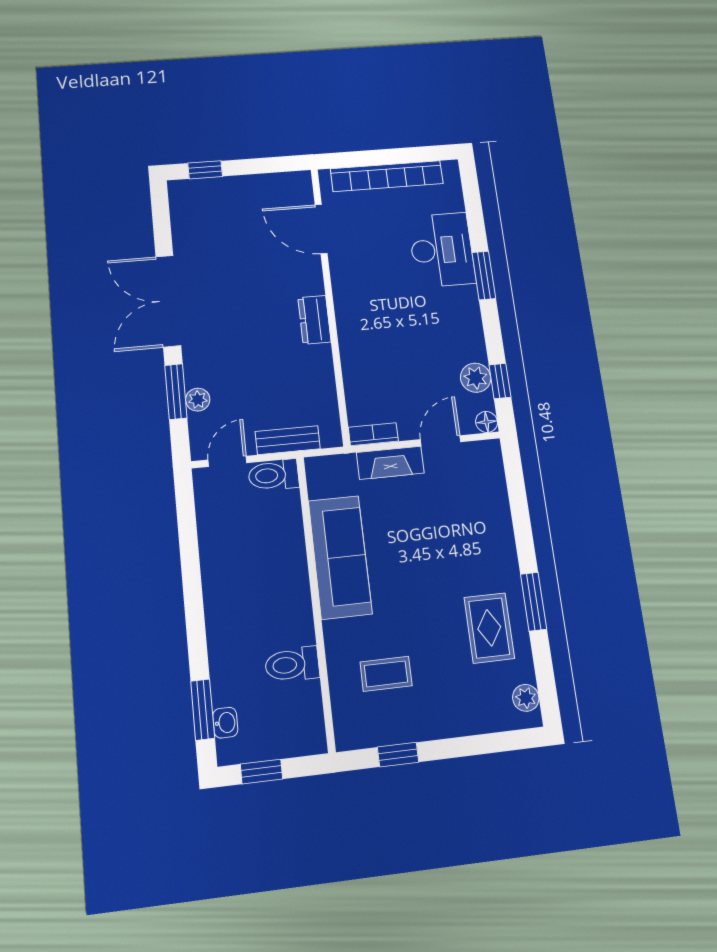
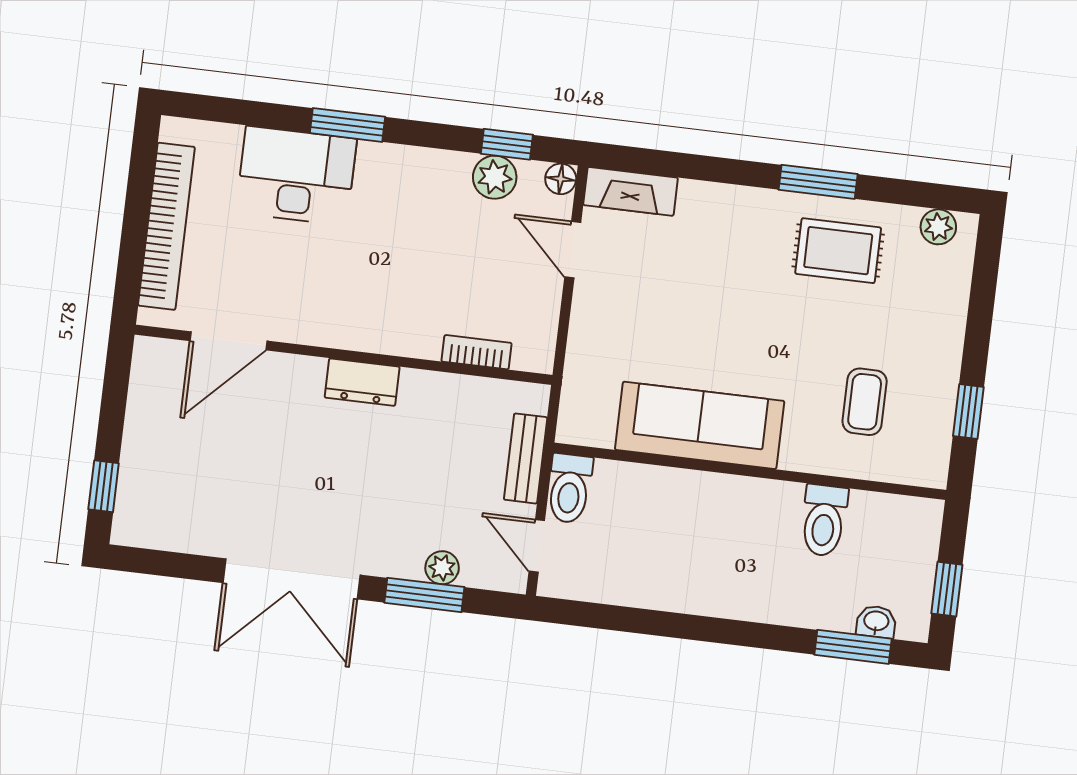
bookcase: (373, 434) -> (477, 352), moved, turned 90
fireplace: (390, 463) -> (631, 191), moved, turned 90

